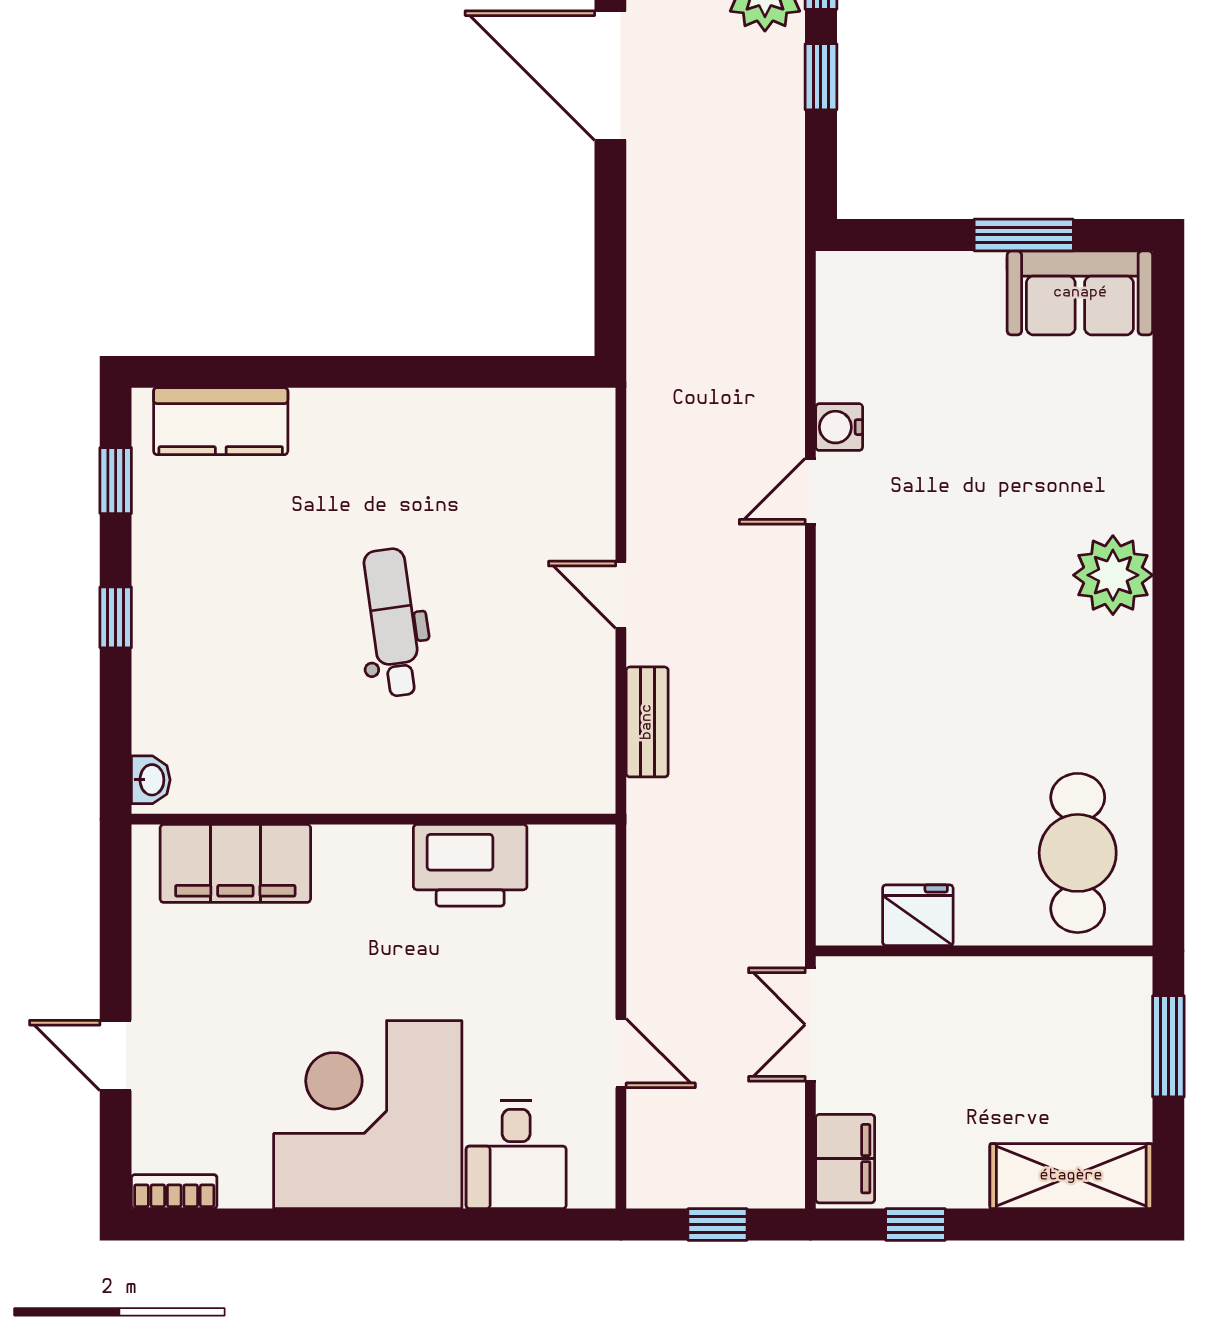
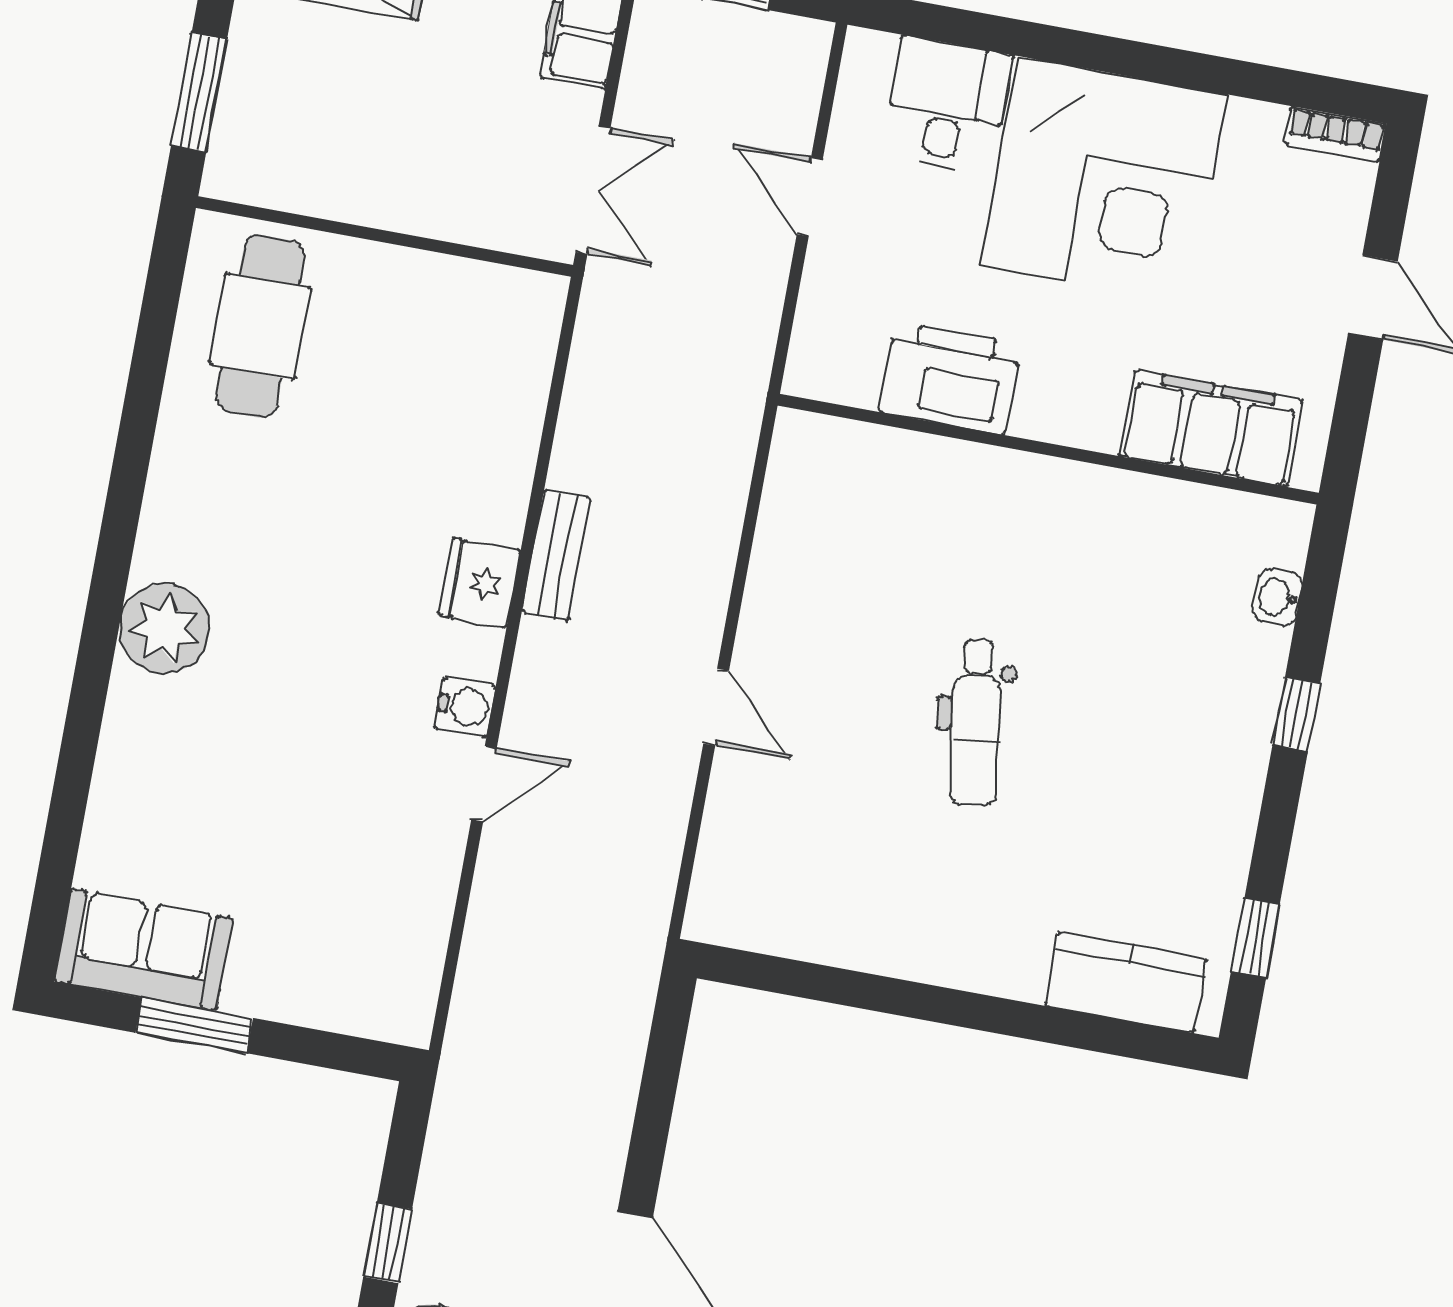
water cooler: (839, 427) -> (465, 707), moved
window: (116, 617) -> (1296, 714), moved
bench: (647, 722) -> (556, 555), moved
wall: (374, 819) -> (1048, 449), moved
filing cabinet: (235, 863) -> (1211, 428), moved
printer: (470, 865) -> (950, 378), moved
fridge: (918, 915) -> (480, 583), moved, turned 90

